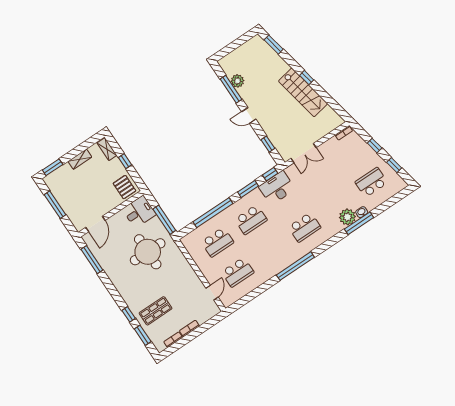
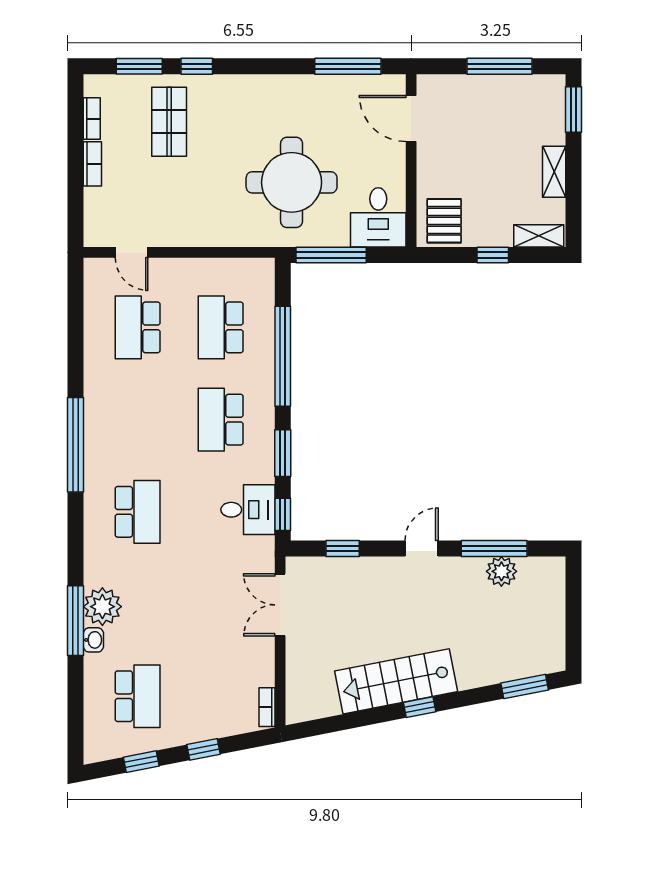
pallet: (124, 187) -> (444, 221), turned 90
desk: (277, 188) -> (248, 510), width x0.73
school desk: (305, 227) -> (138, 512), turned 180

